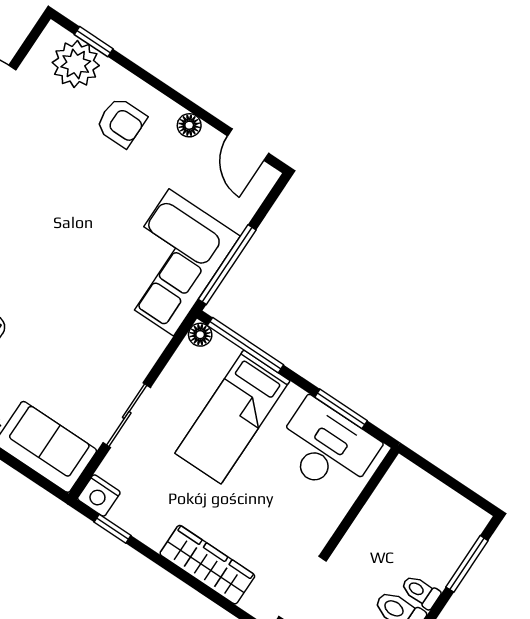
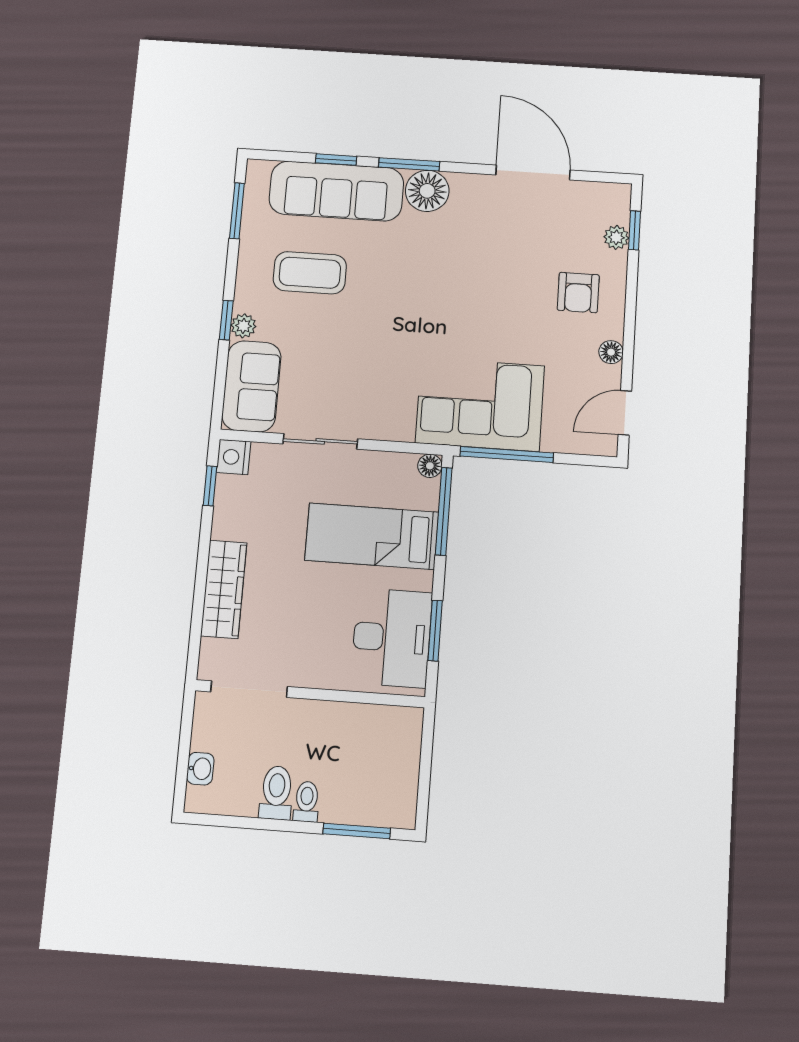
plant: (76, 64) -> (616, 237), width x0.53, depth x0.53

